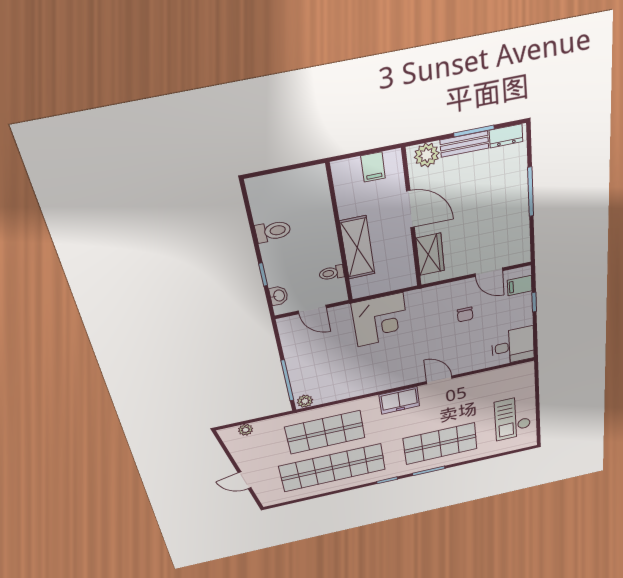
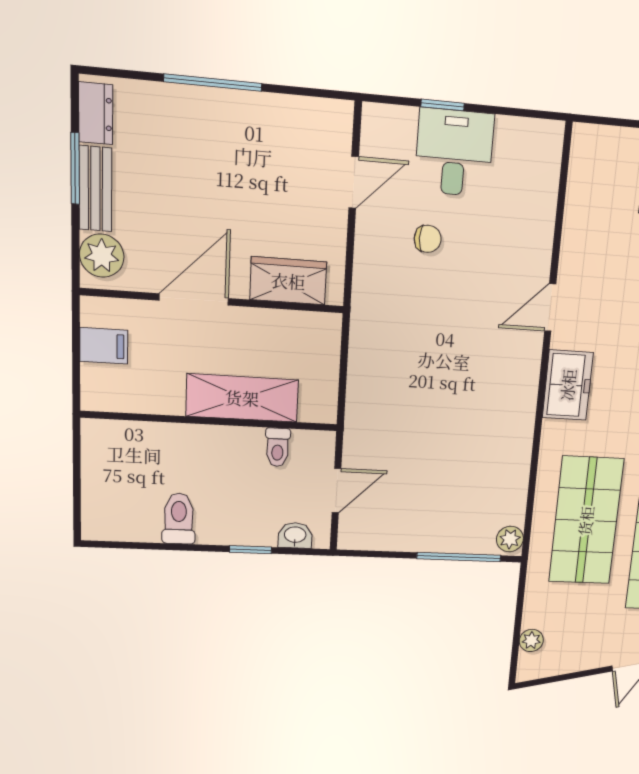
filing cabinet: (520, 285) -> (399, 128), removed
corner desk: (380, 320) -> (391, 387), removed
desk: (513, 346) -> (454, 153), moved

